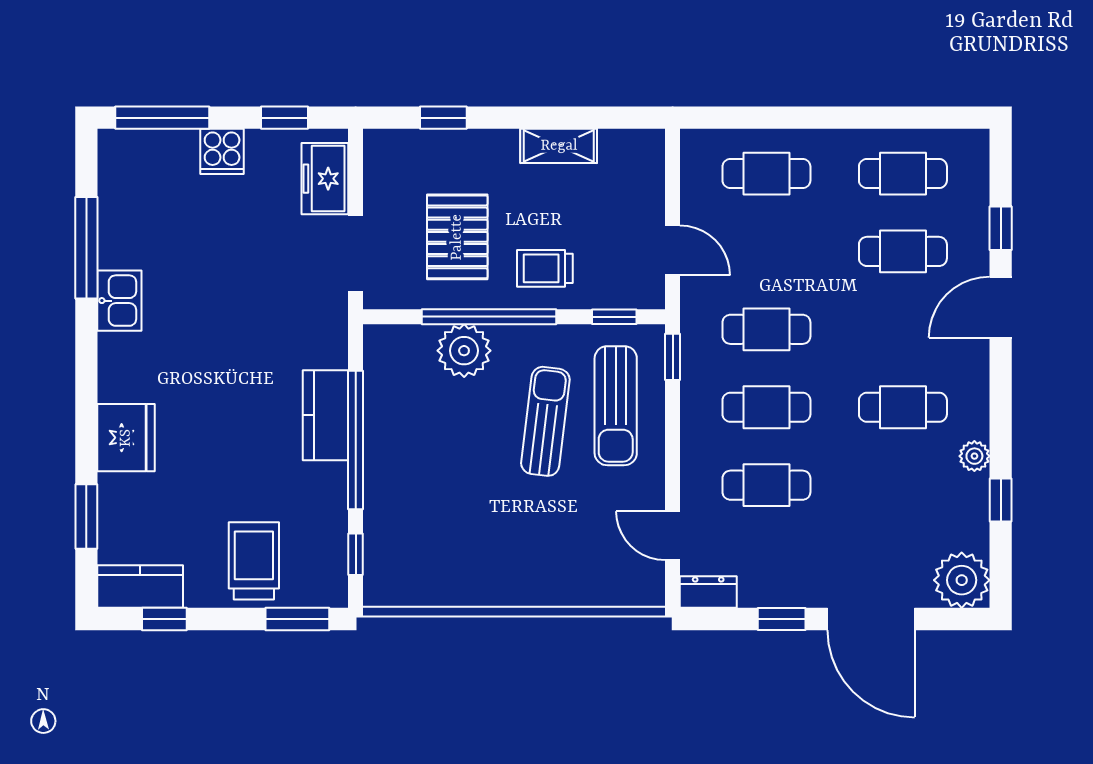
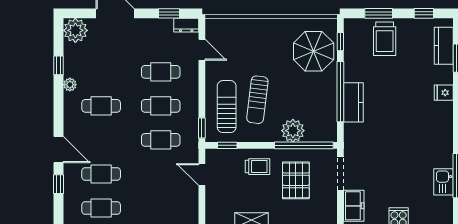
cafe table: (766, 174) -> (161, 208), removed
kitchen sink: (119, 301) -> (443, 182), moved
door: (1001, 307) -> (58, 150), hinge flipped
window: (489, 317) -> (304, 145), moved
fridge: (126, 438) -> (444, 93), width x0.53, depth x0.75
parasol: (417, 532) -> (314, 51), added
kitchen counter: (140, 587) -> (444, 46), moved, turned 90
window: (297, 619) -> (379, 13), moved
window: (782, 619) -> (169, 13), moved

